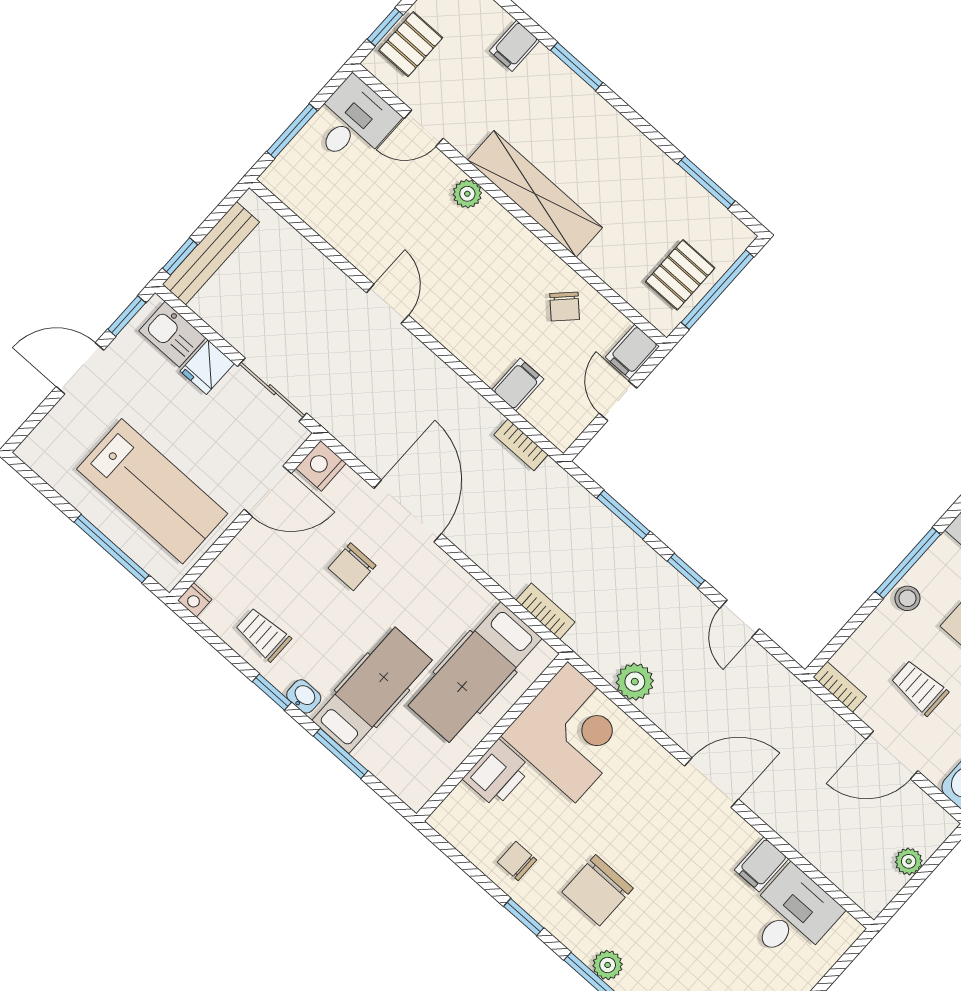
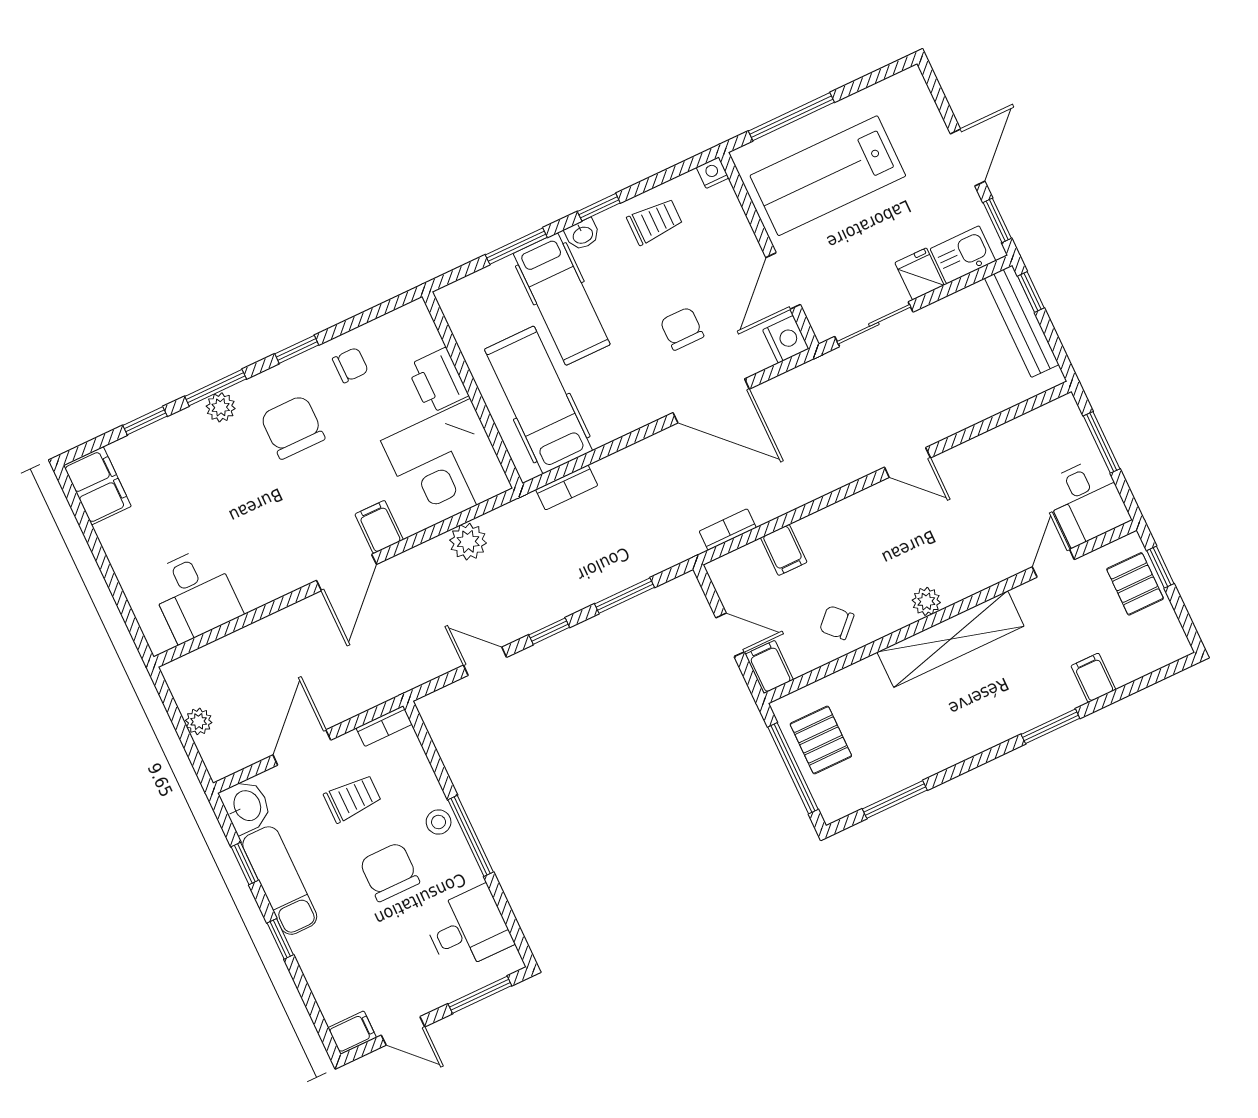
plant: (467, 194) -> (926, 601), moved
filing cabinet: (762, 864) -> (379, 527), moved

